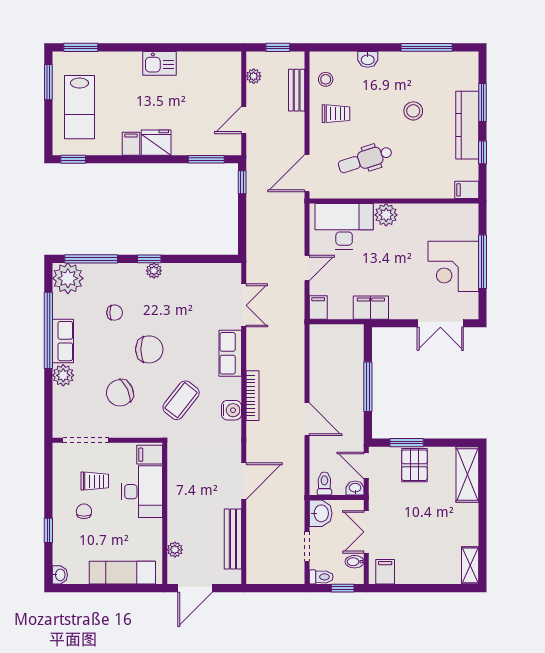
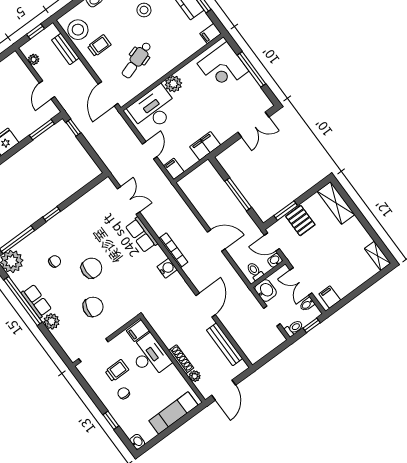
stool: (326, 79) -> (78, 30), width x1.89, depth x1.89
corner desk: (453, 266) -> (223, 67), moved
plant: (154, 271) -> (60, 219), removed
chair: (120, 393) -> (93, 307), turned -141
coffee table: (181, 400) -> (133, 284), removed
shoe rack: (174, 520) -> (181, 359), added

